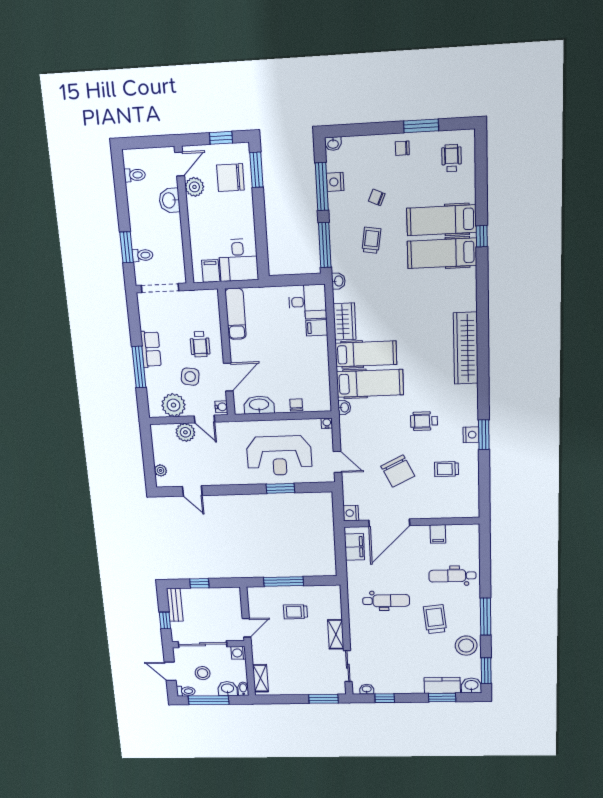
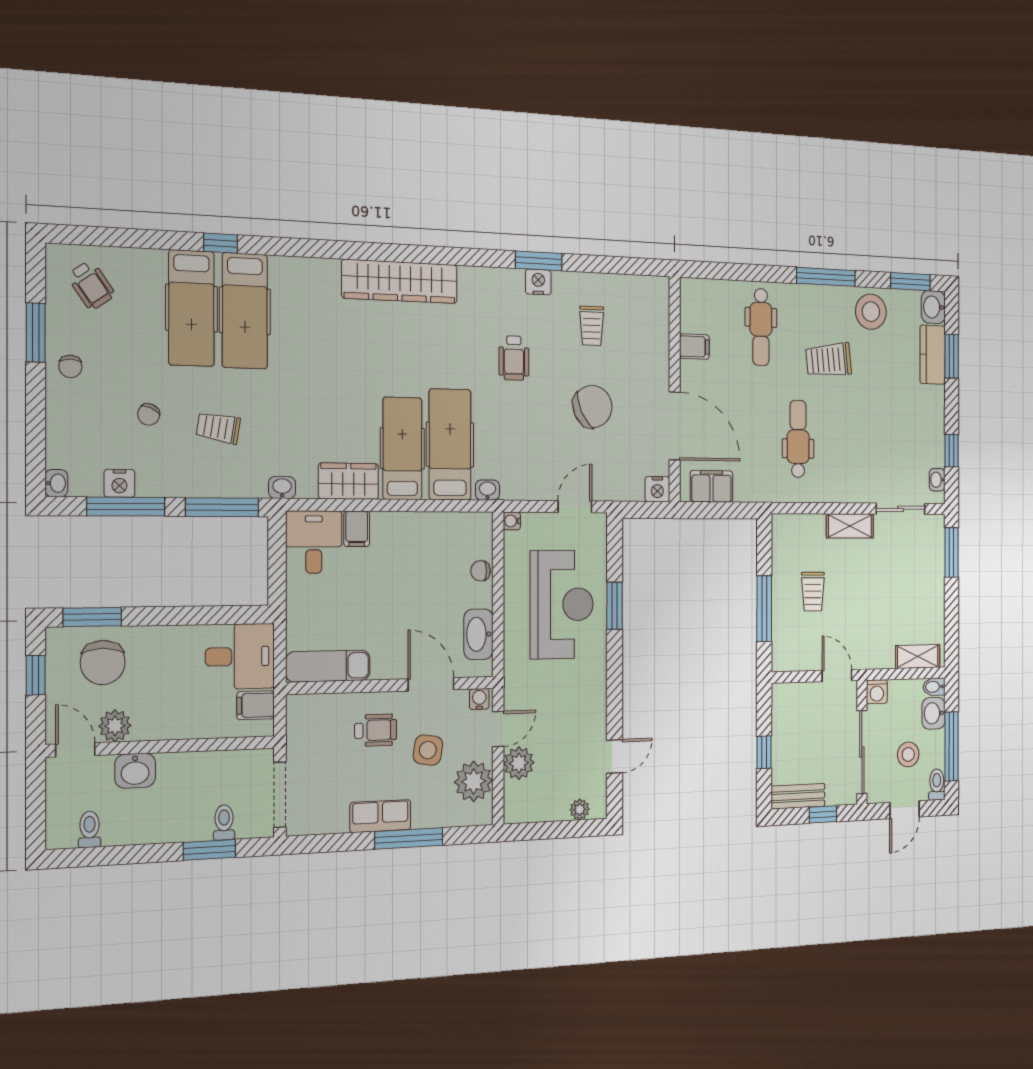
wheelchair: (452, 158) -> (91, 285), turned -125

